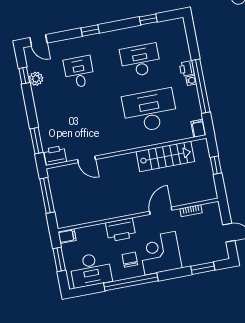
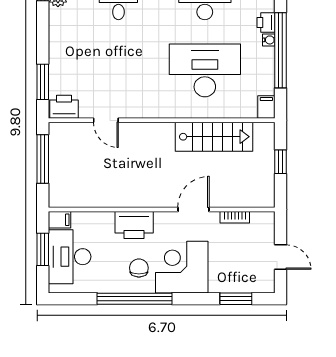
desk: (91, 270) -> (70, 257), moved, turned 90

